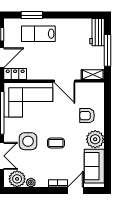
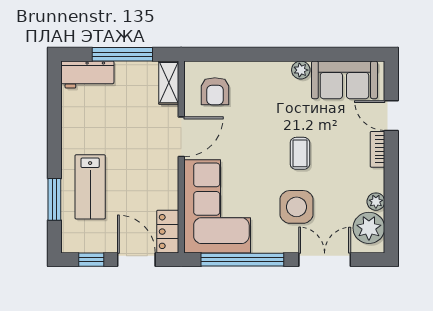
armchair: (87, 116) -> (215, 91), moved
plant: (95, 139) -> (301, 70), width x0.53, depth x0.53

